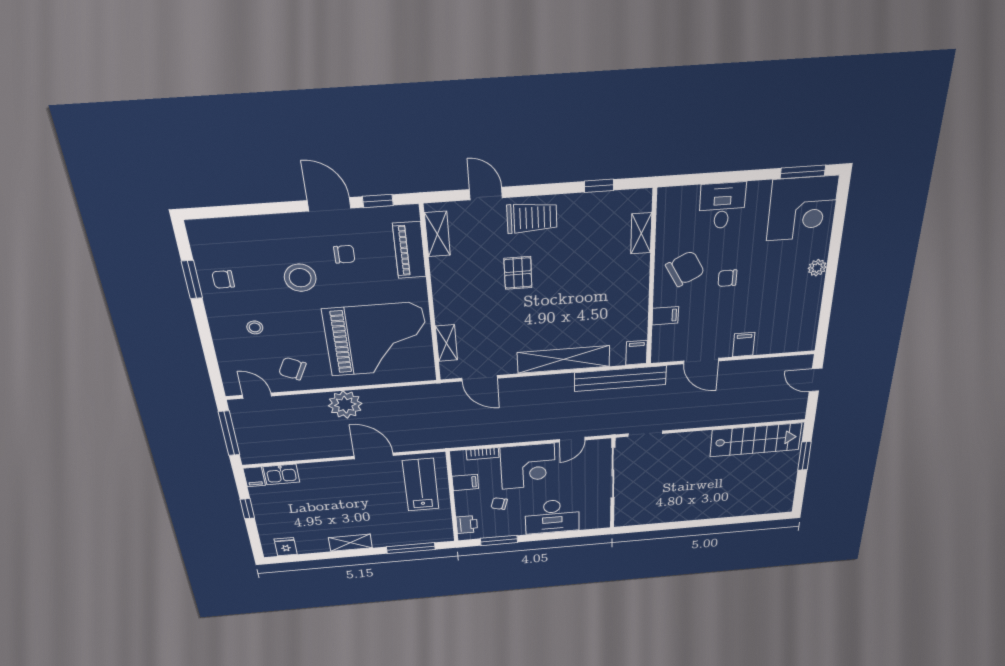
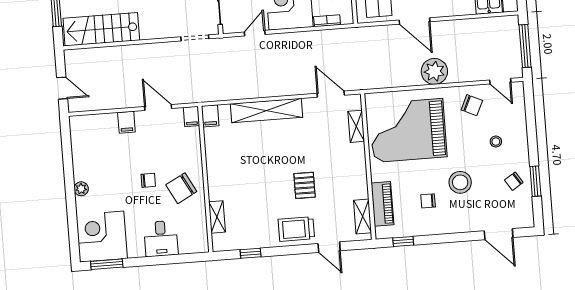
door: (329, 204) -> (499, 234), moved
chair: (223, 279) -> (514, 181), turned 147
filing cabinet: (665, 316) -> (191, 116), moved, turned -90
bench: (620, 379) -> (221, 92), removed

